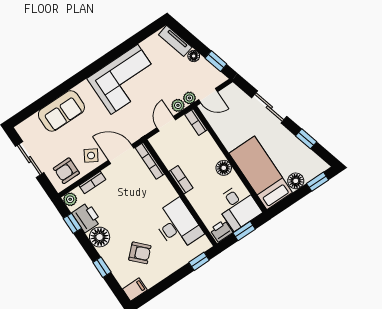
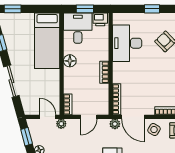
plant: (178, 105) -> (115, 124), moved
floor lamp: (296, 181) -> (27, 19), removed
window: (199, 261) -> (152, 9), moved

